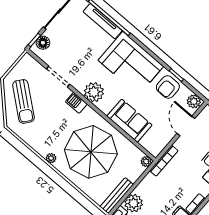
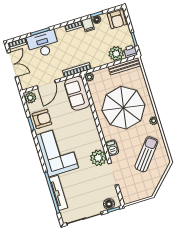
plant: (94, 92) -> (98, 158), moved
sun lounger: (23, 101) -> (146, 154), moved
sofa: (129, 121) -> (77, 93), moved

